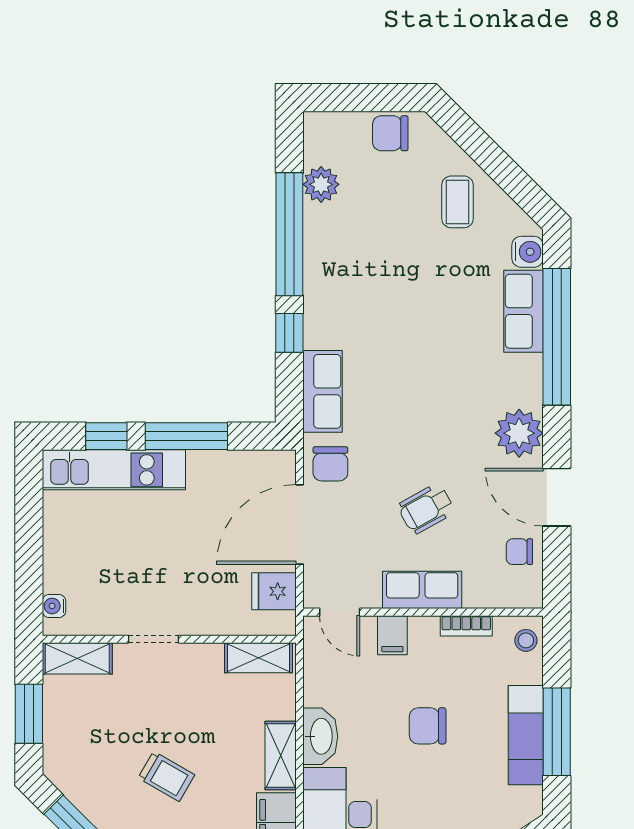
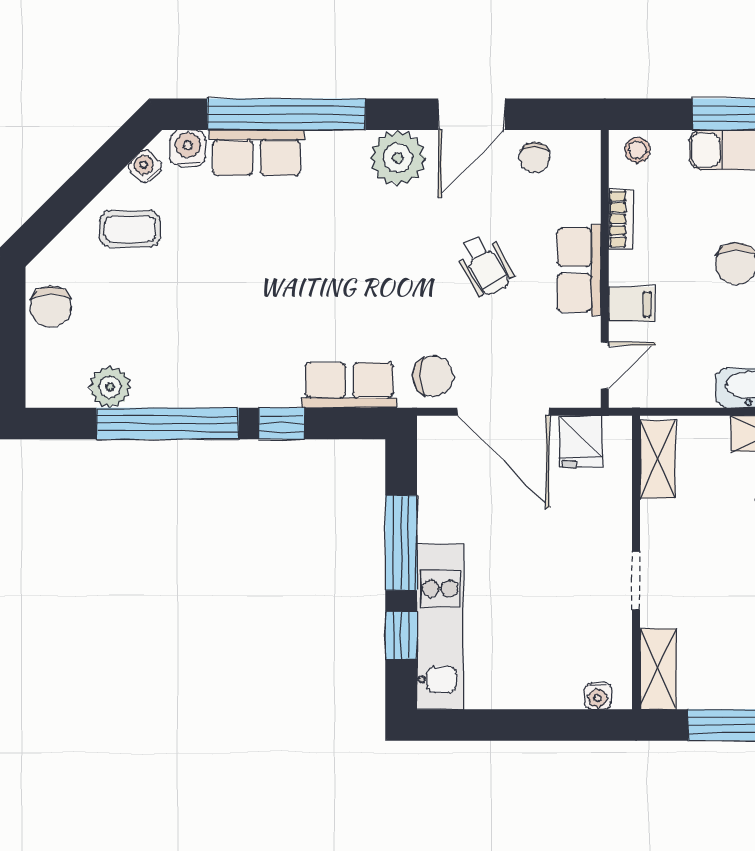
water cooler: (512, 215) -> (145, 167), added

